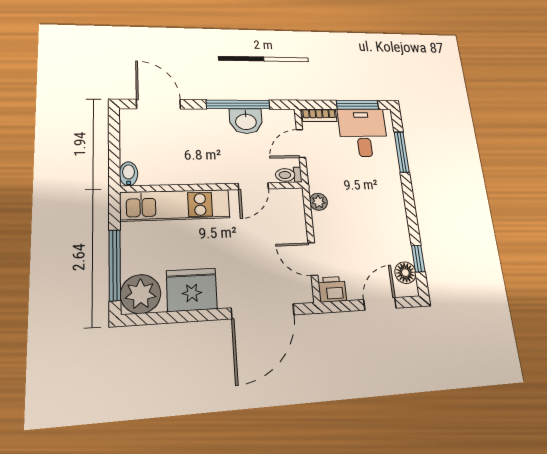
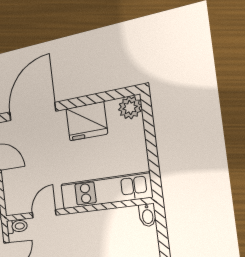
window: (115, 265) -> (150, 134), removed
plant: (141, 294) -> (130, 108), width x0.73, depth x0.73

